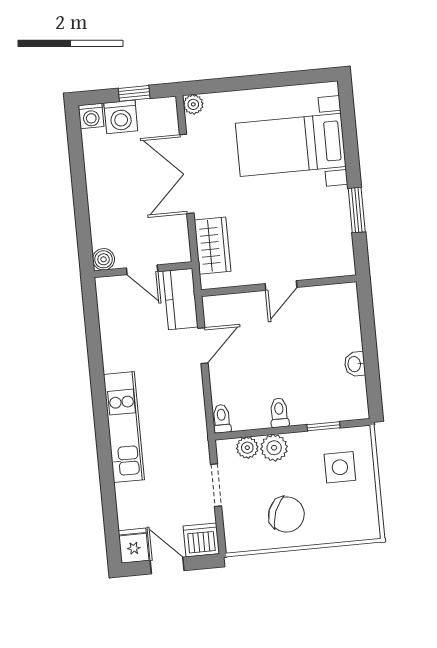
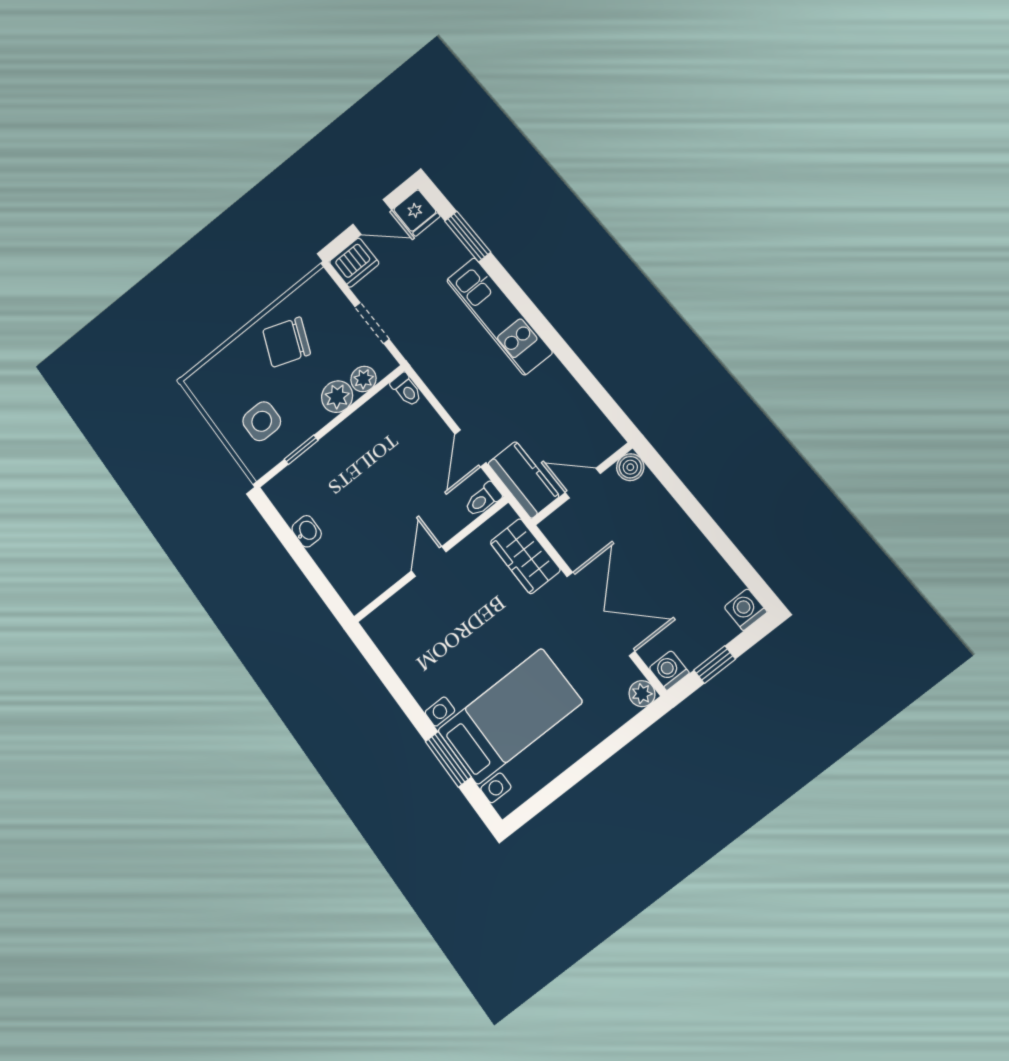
washing machine: (121, 117) -> (669, 670), moved, width x0.73, depth x0.73
window: (357, 210) -> (448, 759), moved
toilet: (279, 413) -> (483, 499), moved, turned 90
window: (109, 501) -> (468, 237), added

